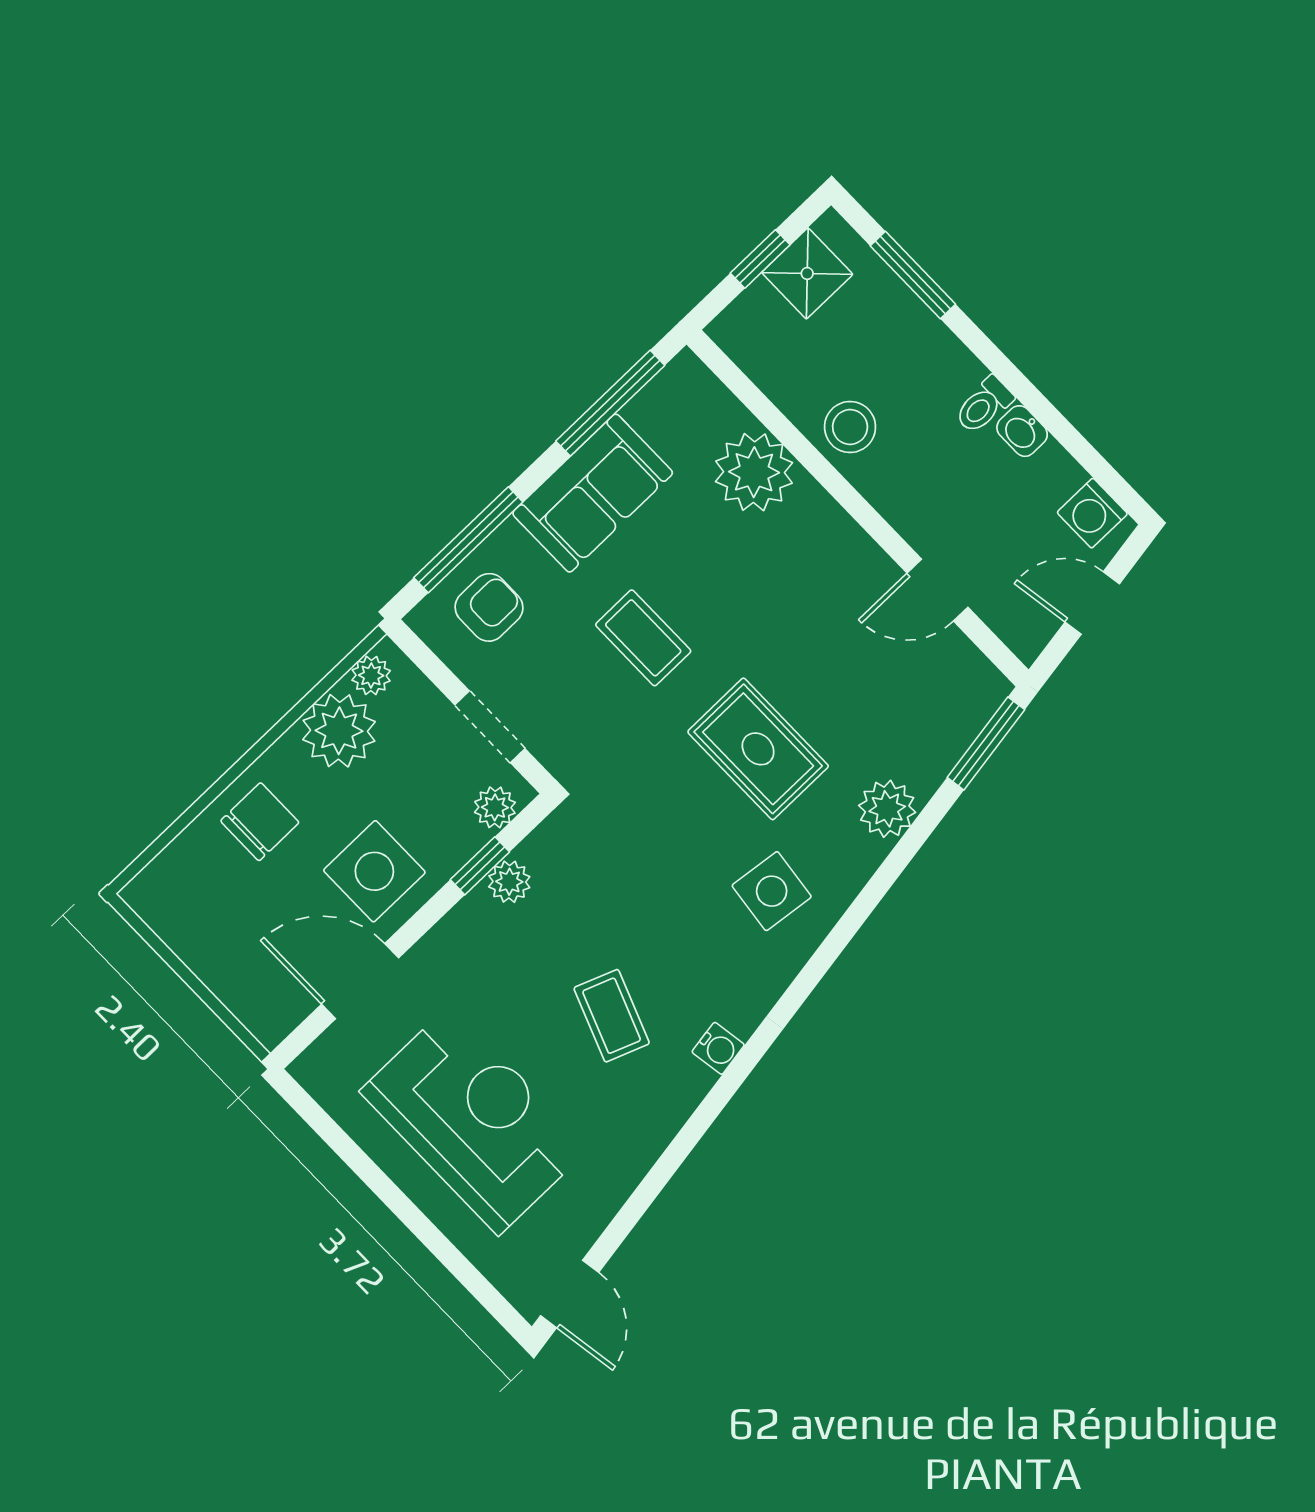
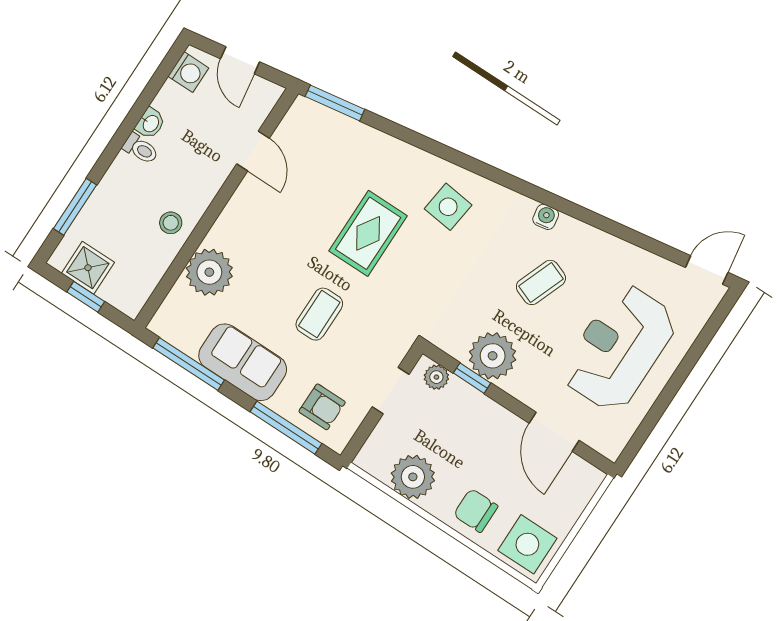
stool: (850, 427) -> (171, 223), width x0.73, depth x0.73
armchair: (489, 607) -> (322, 407), turned 180
plant: (371, 675) -> (377, 466), removed
plant: (887, 809) -> (386, 151), removed
side table: (374, 871) -> (527, 544), moved
plant: (509, 882) -> (493, 356), width x1.87, depth x1.87

